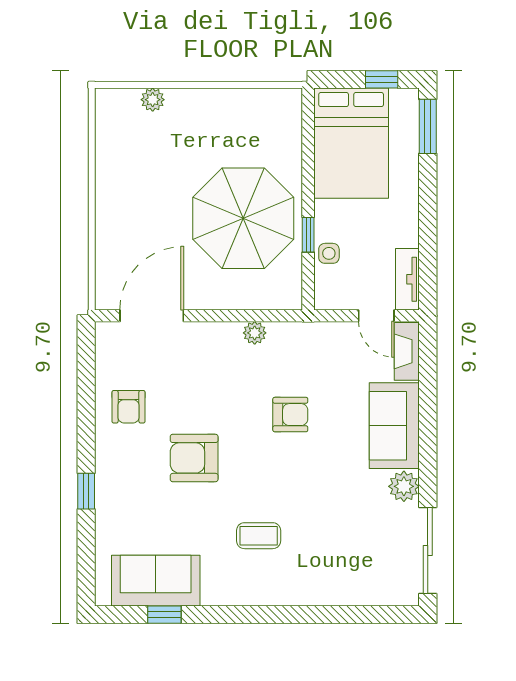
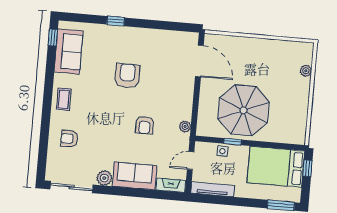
window: (382, 79) -> (307, 168), moved
tv unit: (407, 279) -> (213, 189), width x1.41
door: (376, 316) -> (191, 161), moved
plant: (255, 333) -> (185, 126), moved
armchair: (129, 407) -> (69, 139), moved
coffee table: (259, 536) -> (64, 99), moved
window: (164, 615) -> (53, 37), moved

